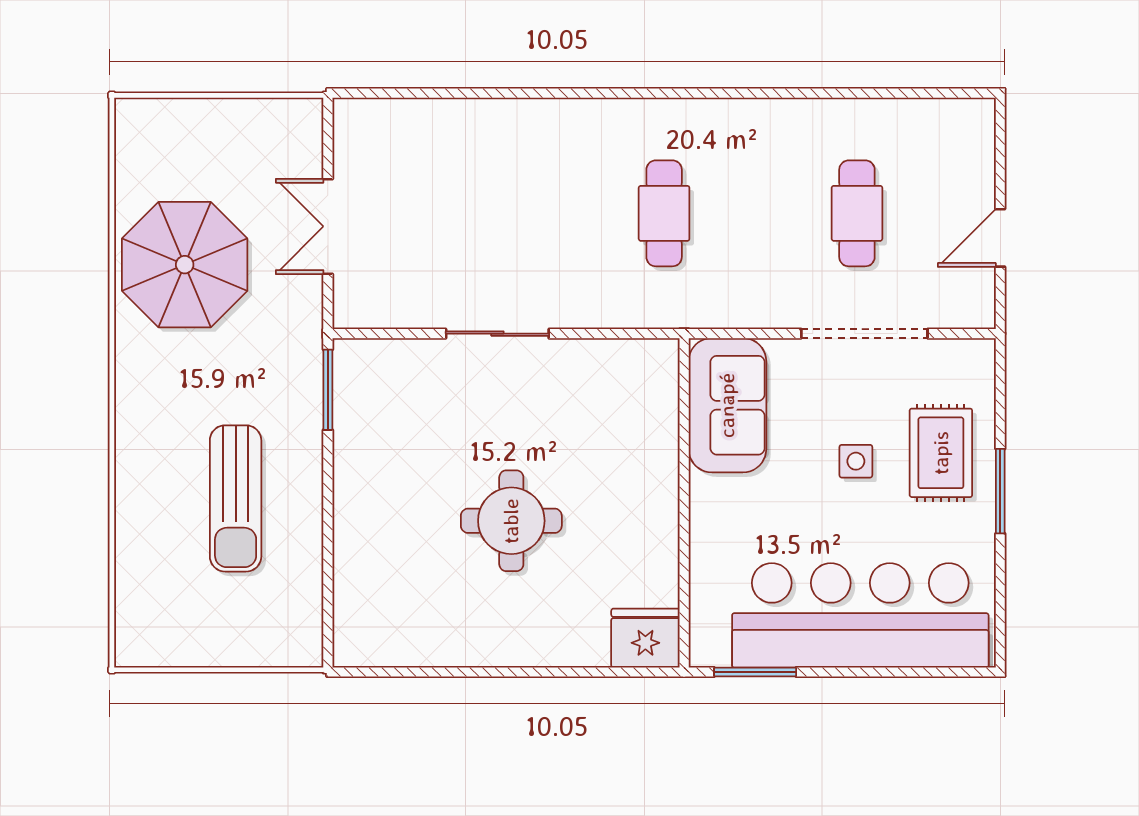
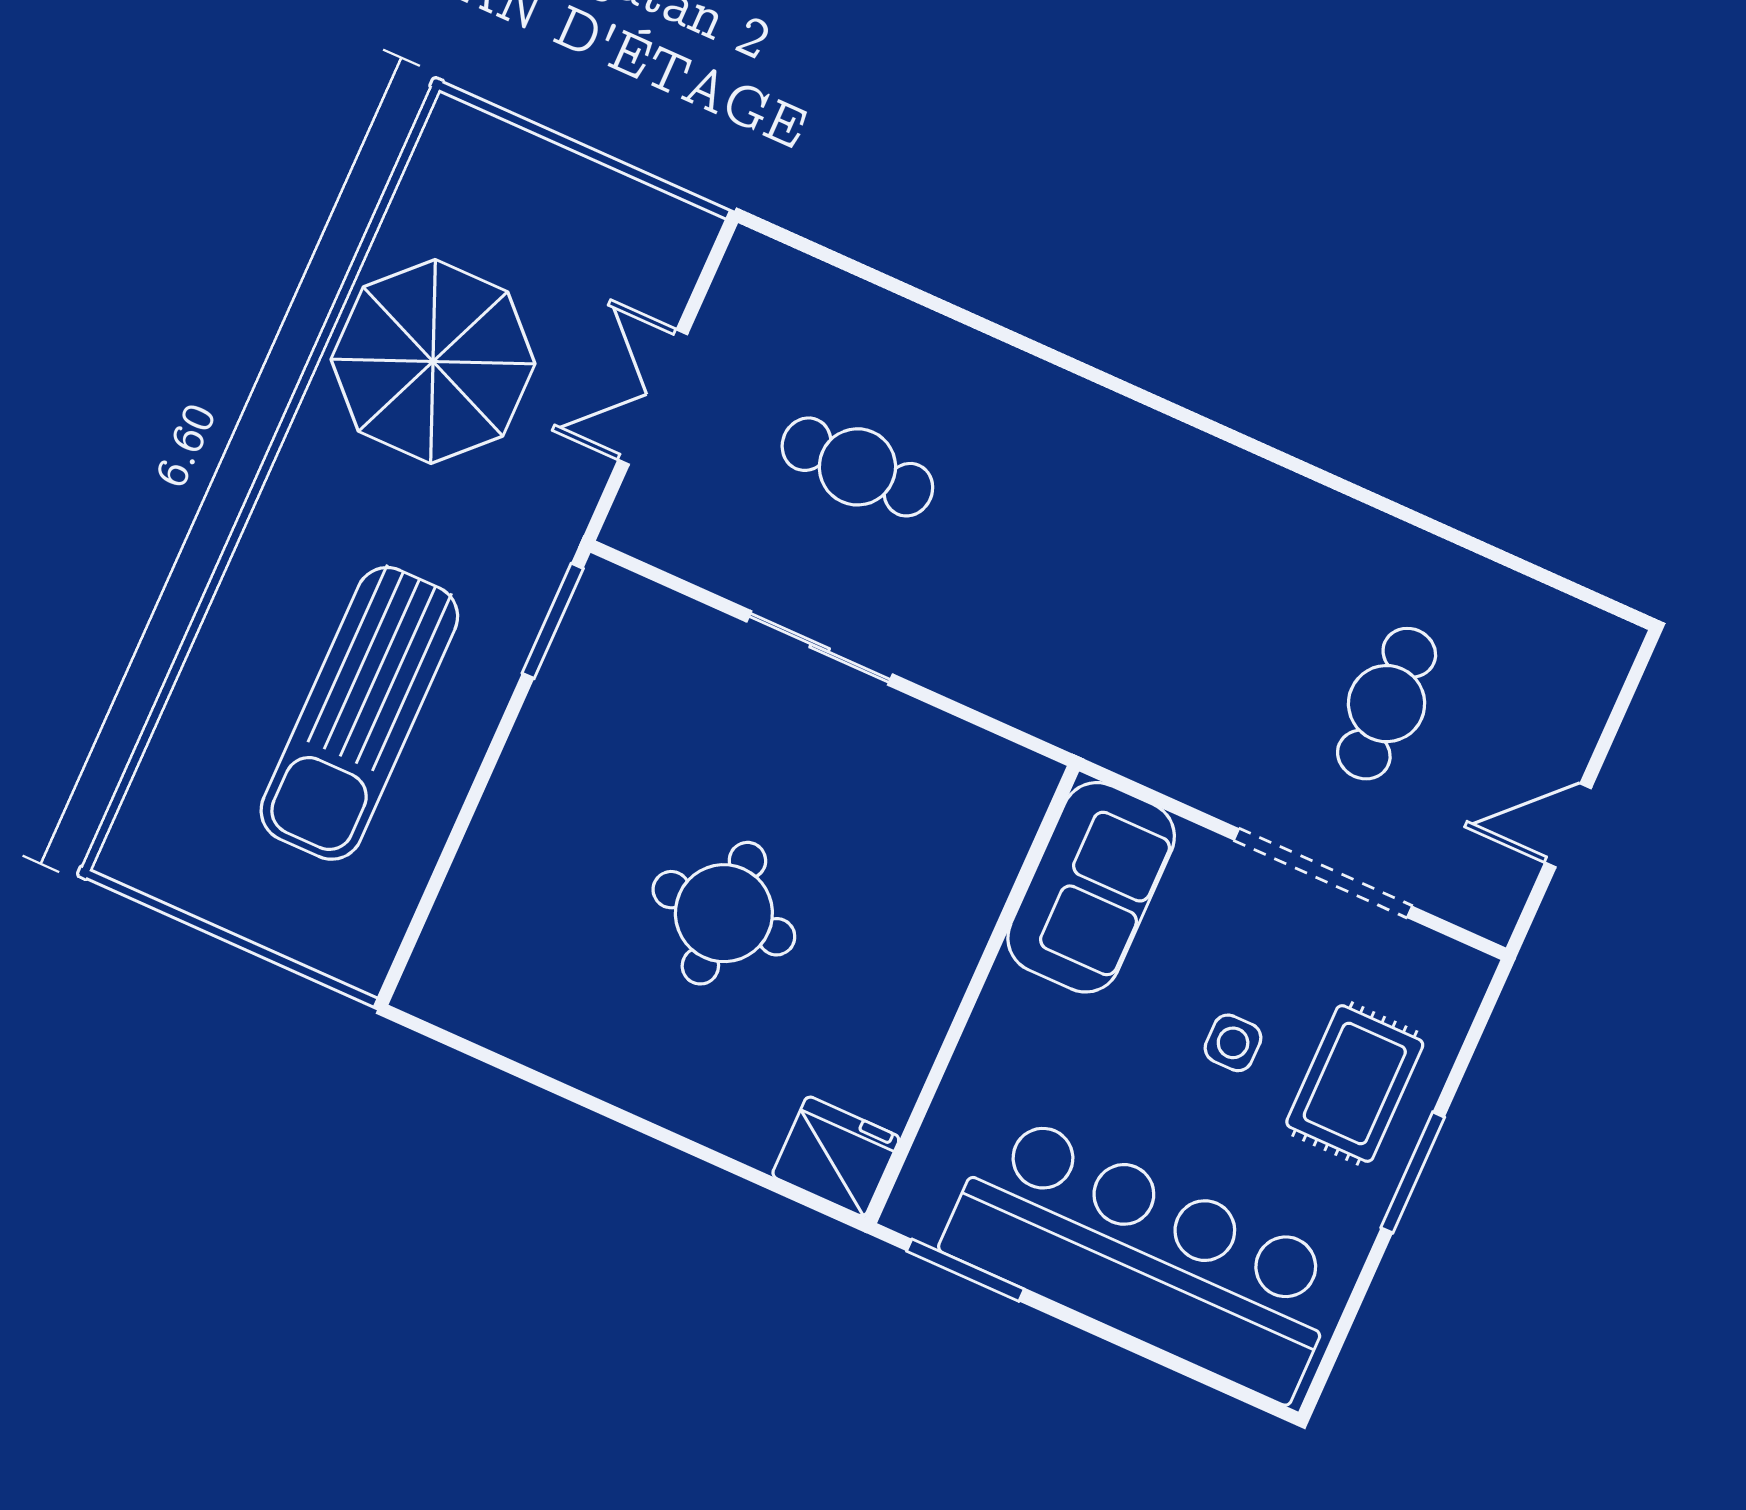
cafe table: (664, 213) -> (857, 467), moved, turned 90
sun lounger: (236, 498) -> (359, 713), width x1.36, depth x1.34

